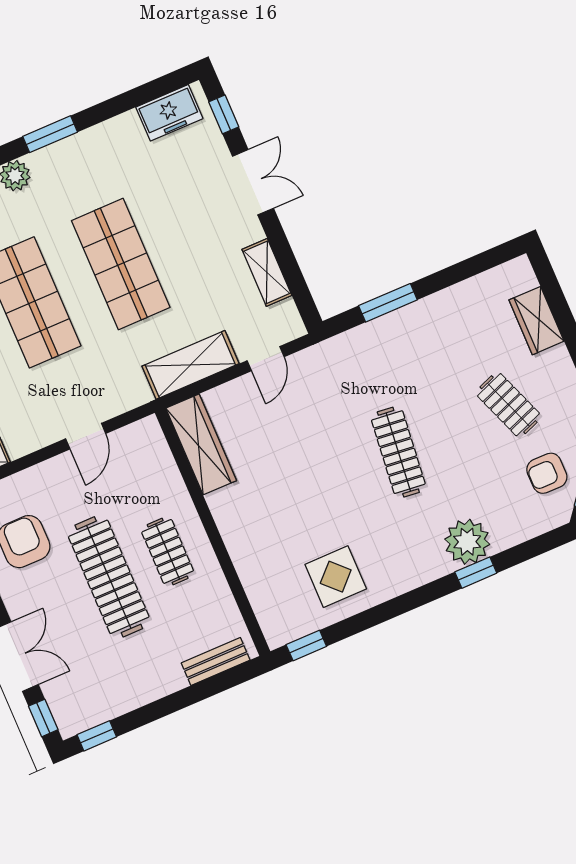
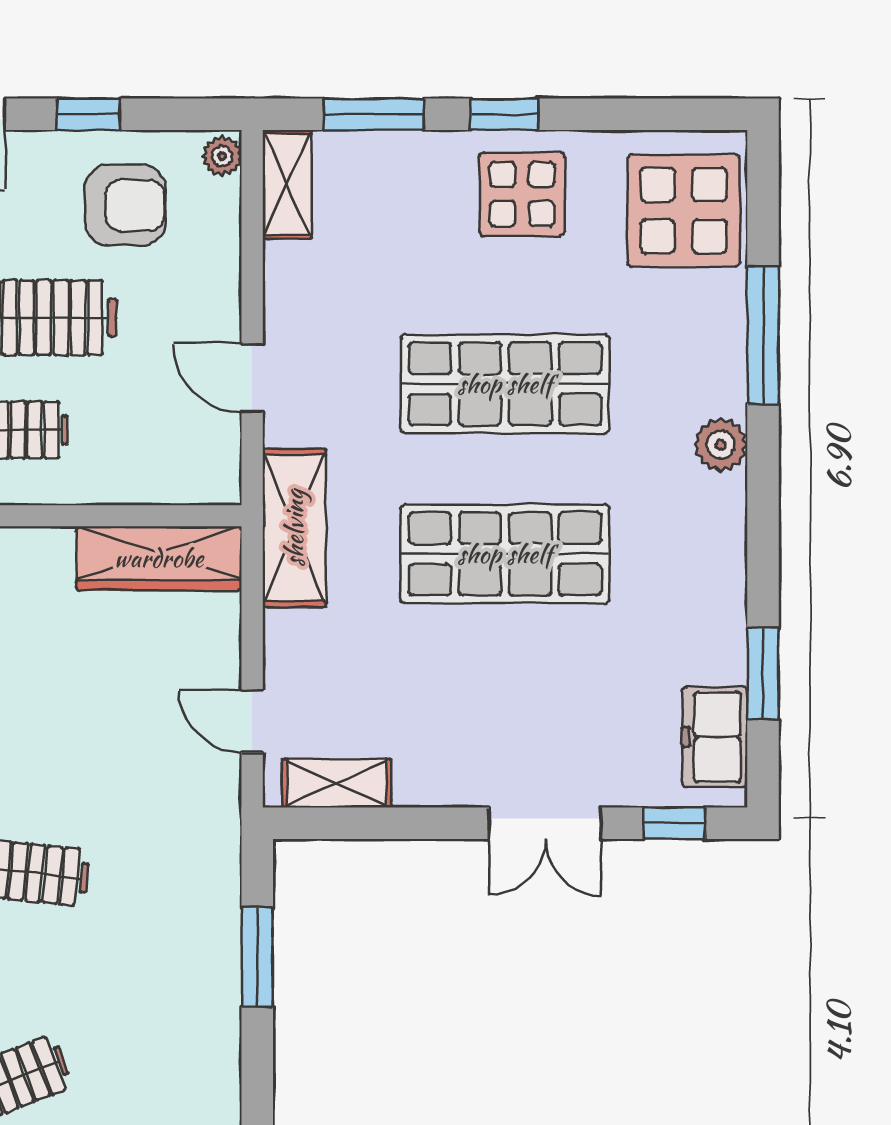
window: (50, 134) -> (763, 674), moved
shelving: (267, 272) -> (337, 783), moved
shelving: (190, 365) -> (294, 528), moved

